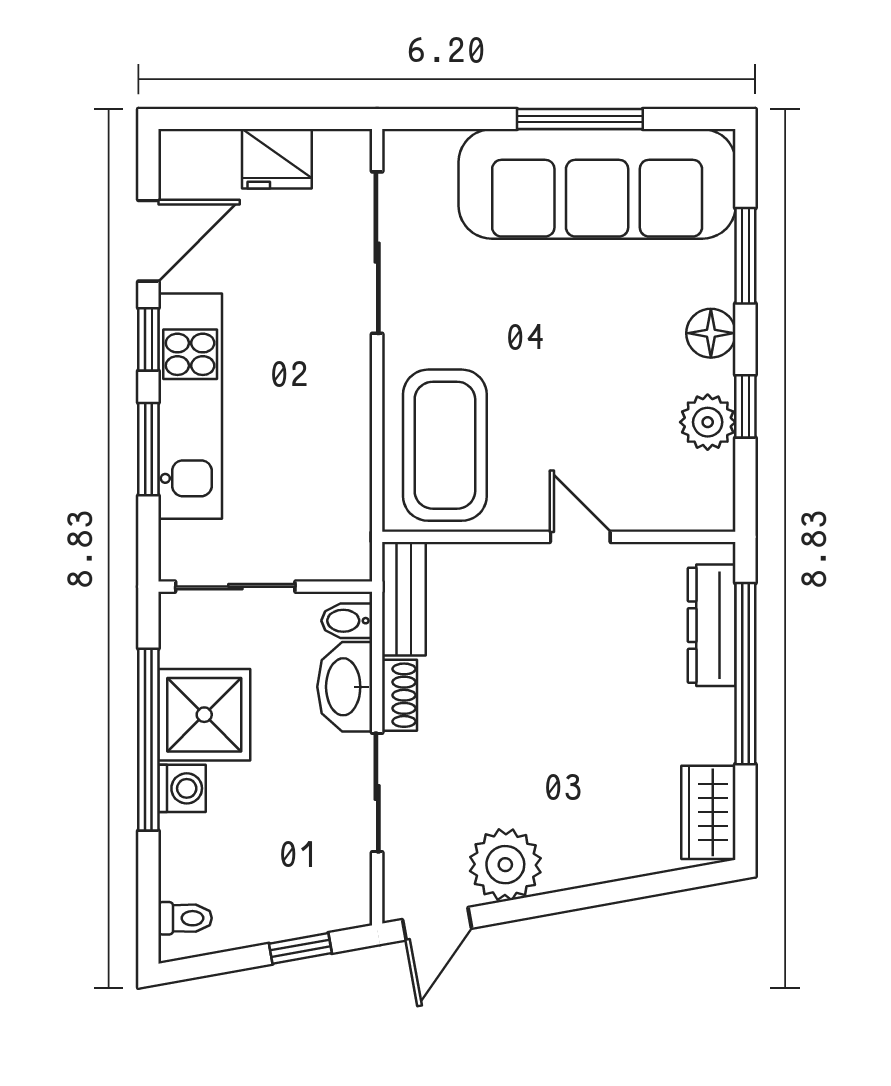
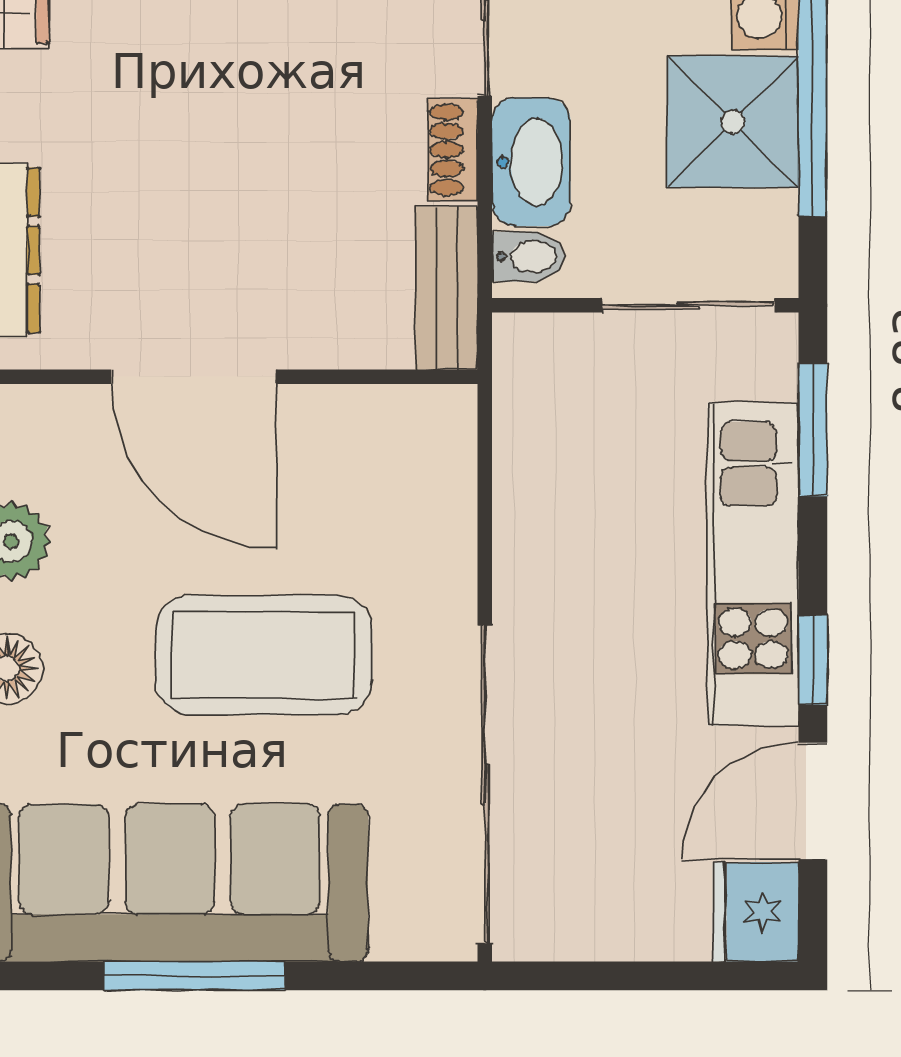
fridge: (277, 159) -> (756, 912), moved, turned -90
sliding door: (377, 253) -> (485, 784), width x1.36
coffee table: (445, 445) -> (264, 655), moved, turned 90
window: (148, 449) -> (813, 430), moved
door: (580, 537) -> (194, 377), width x1.88

